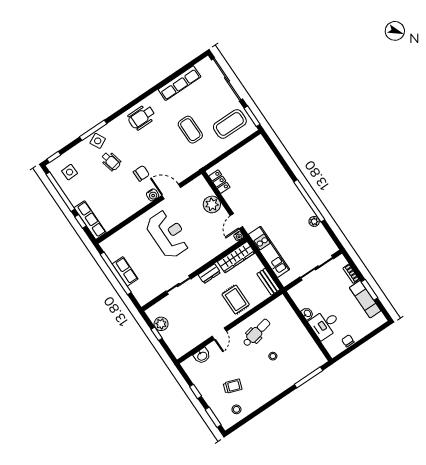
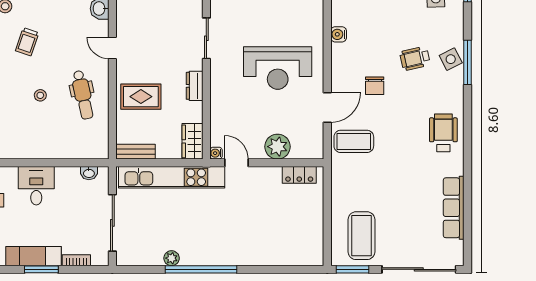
coffee table: (190, 130) -> (354, 141), moved
water cooler: (153, 195) -> (339, 34), moved
kitchen unit: (269, 252) -> (172, 177), width x1.36
wardrobe: (236, 257) -> (193, 141), width x0.67
washbasin: (307, 314) -> (89, 173), moved
trolley: (233, 386) -> (27, 42), moved

